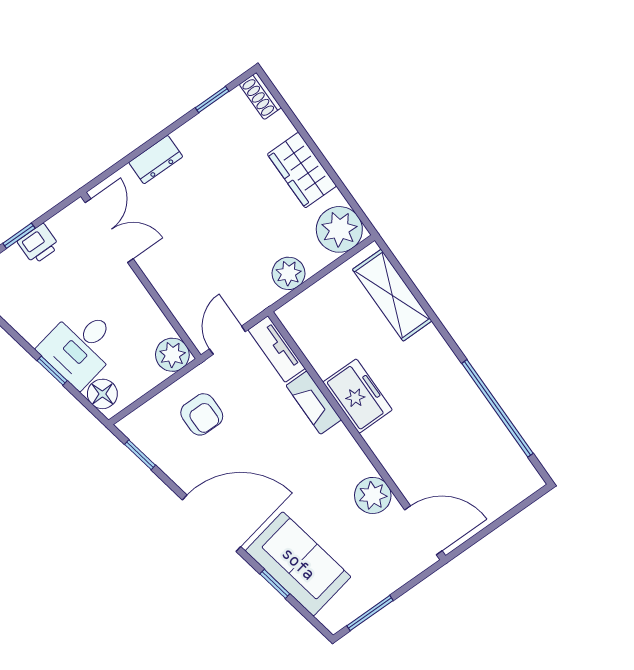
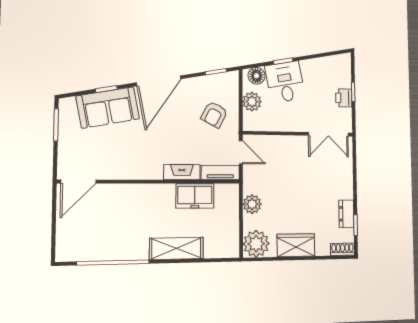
dresser: (156, 160) -> (346, 214), moved
shelving: (392, 295) -> (176, 248), moved
plant: (172, 355) -> (252, 102), moved
freezer: (358, 396) -> (195, 196), moved
armchair: (202, 414) -> (214, 114), turned -62
plant: (373, 495) -> (115, 169), removed

